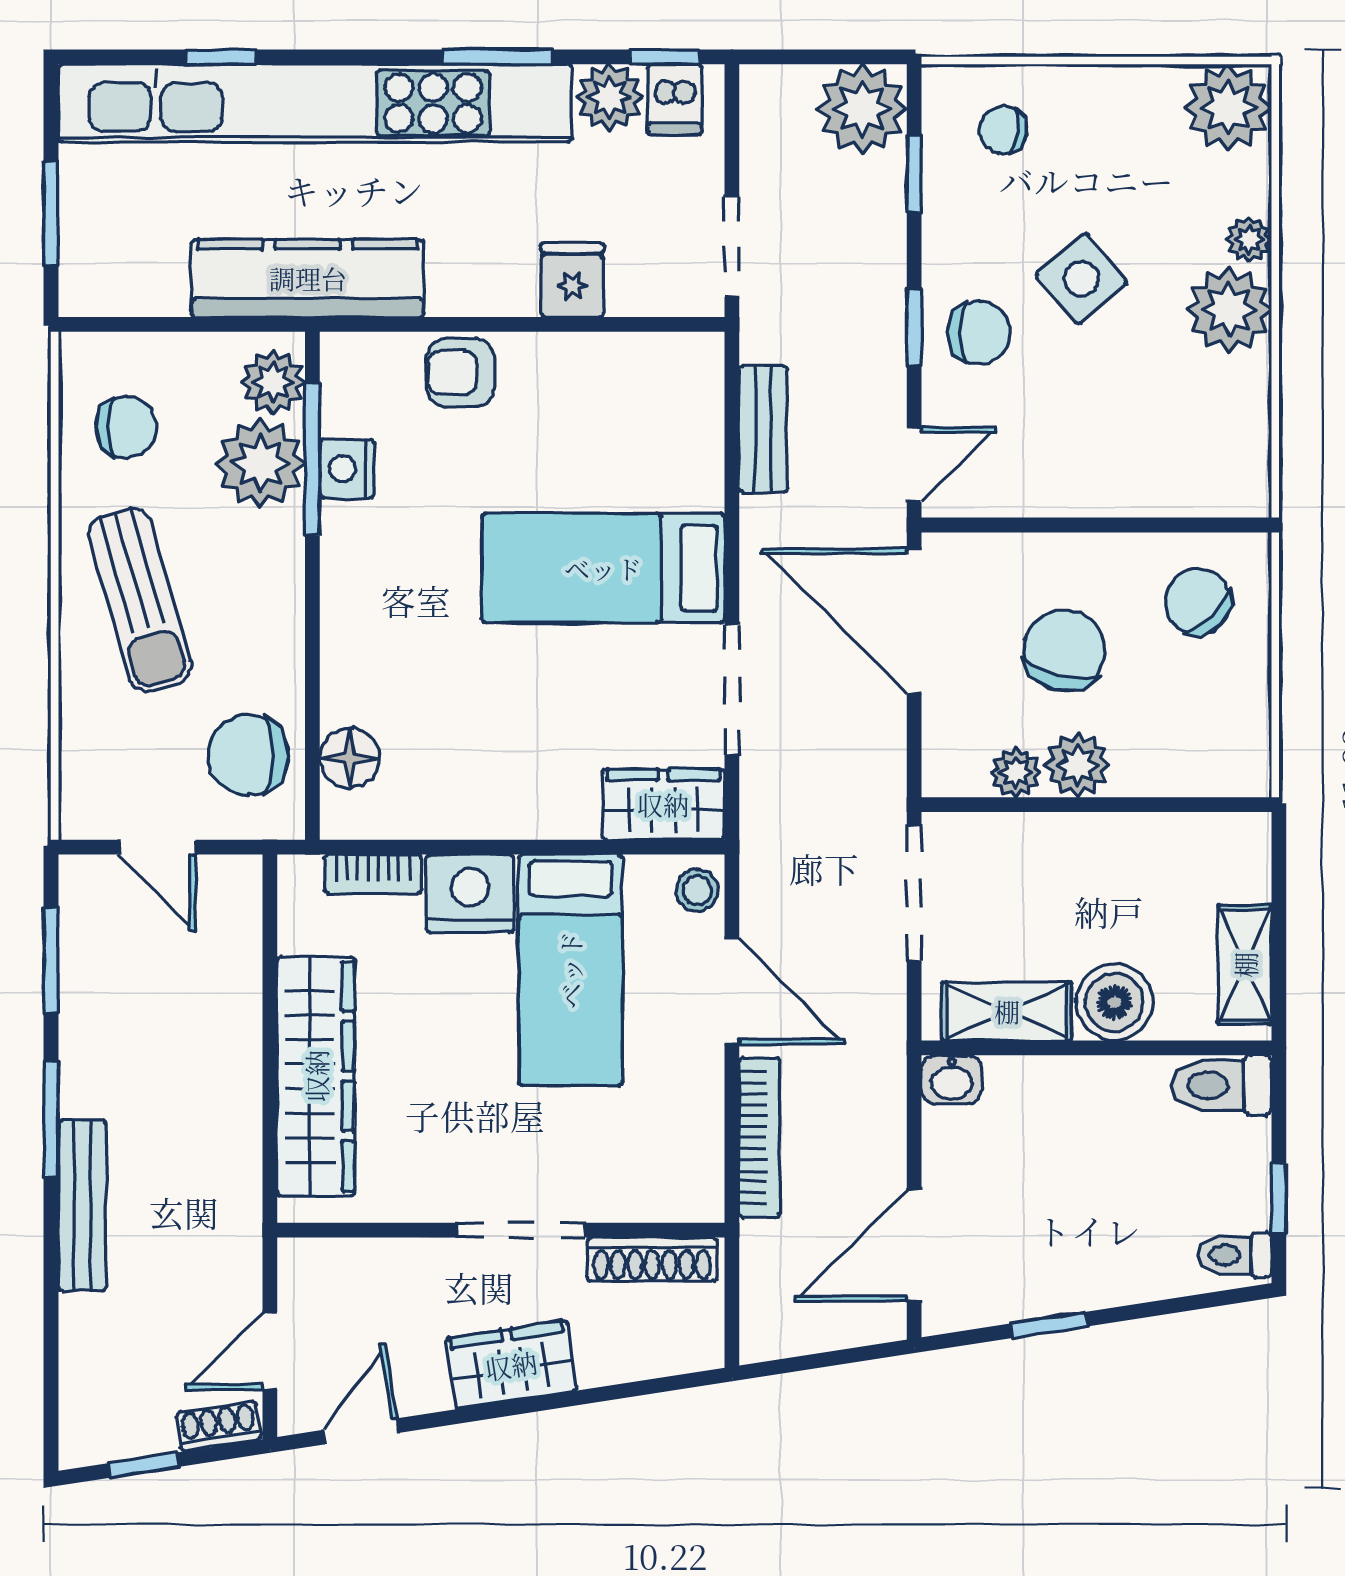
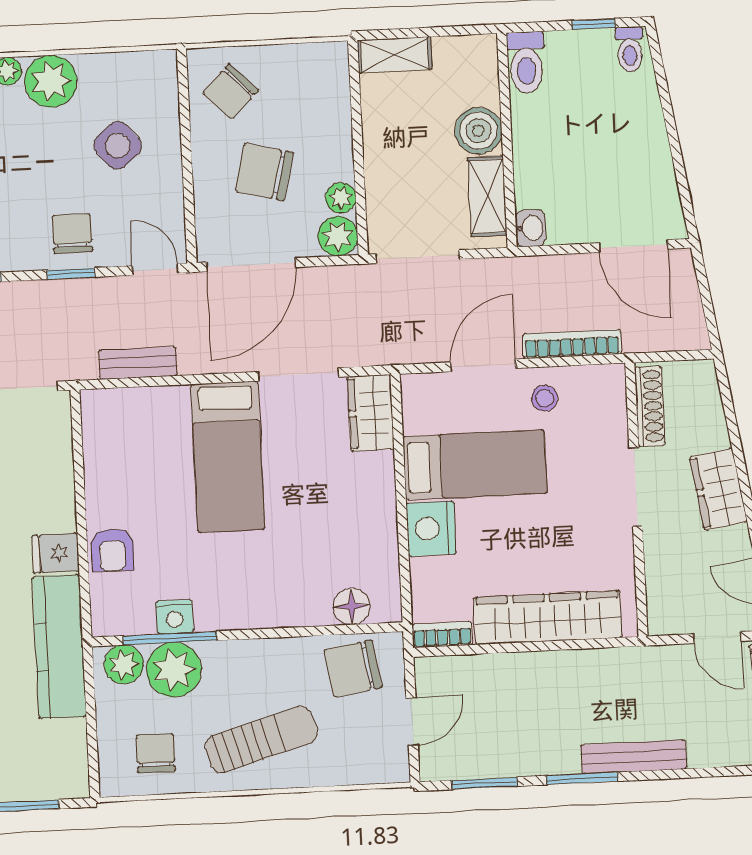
side table: (1081, 279) -> (118, 146), moved
fridge: (572, 280) -> (56, 553), moved
chair: (248, 755) -> (353, 669), turned 81
plant: (1078, 765) -> (338, 236), moved
bookcase: (373, 874) -> (442, 635), moved, turned -90
stool: (697, 890) -> (545, 398), moved
shelving: (1245, 965) -> (394, 55), moved
window: (1049, 1325) -> (678, 161), removed

